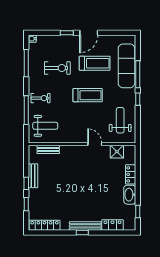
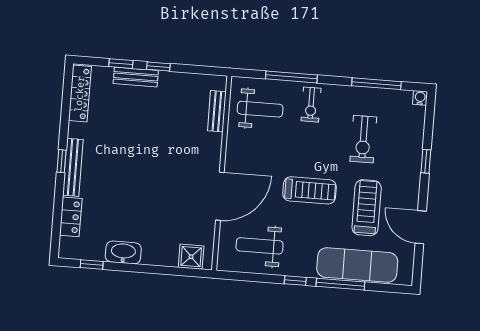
door: (89, 33) -> (421, 227), moved
treadmill: (95, 63) -> (367, 208), turned 180
treadmill: (88, 95) -> (310, 190), turned -90
weight bench: (120, 120) -> (260, 246), turned 180
weight bench: (45, 126) -> (260, 109), turned -90
door: (95, 144) -> (220, 196), width x1.87
shower: (117, 152) -> (191, 257), moved
locker: (131, 174) -> (160, 257), removed
bench: (33, 176) -> (136, 77), moved

